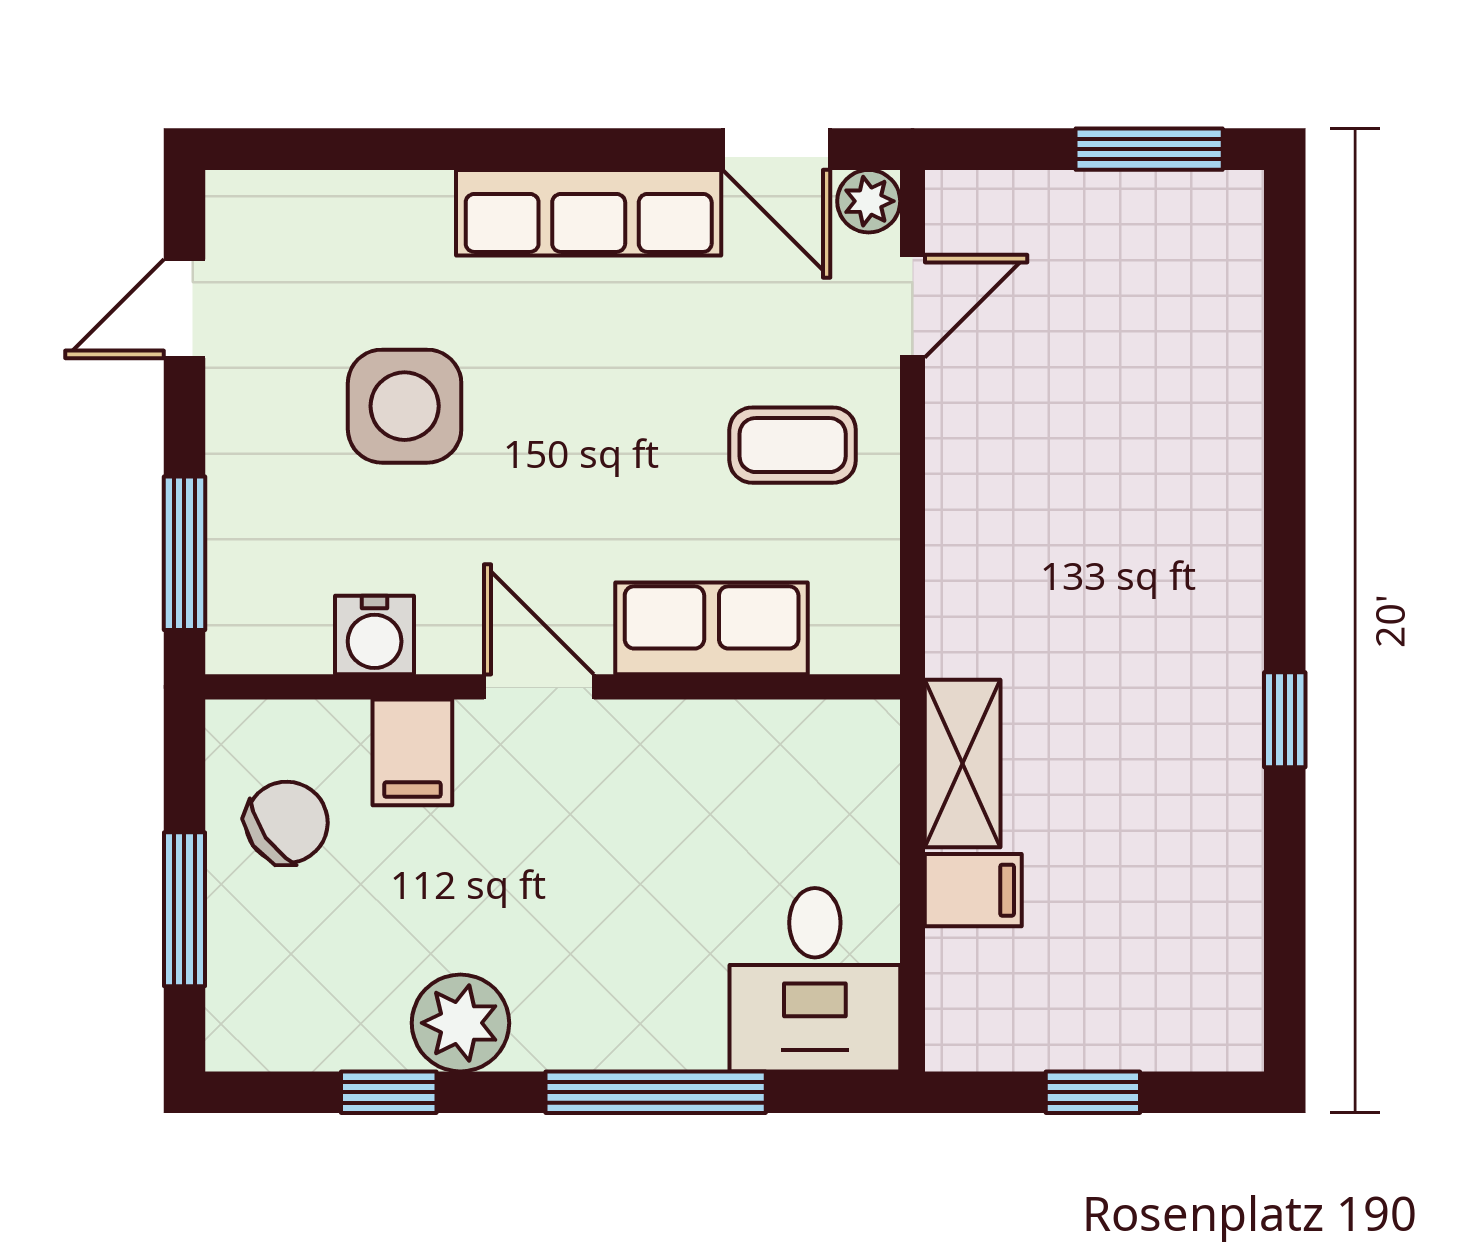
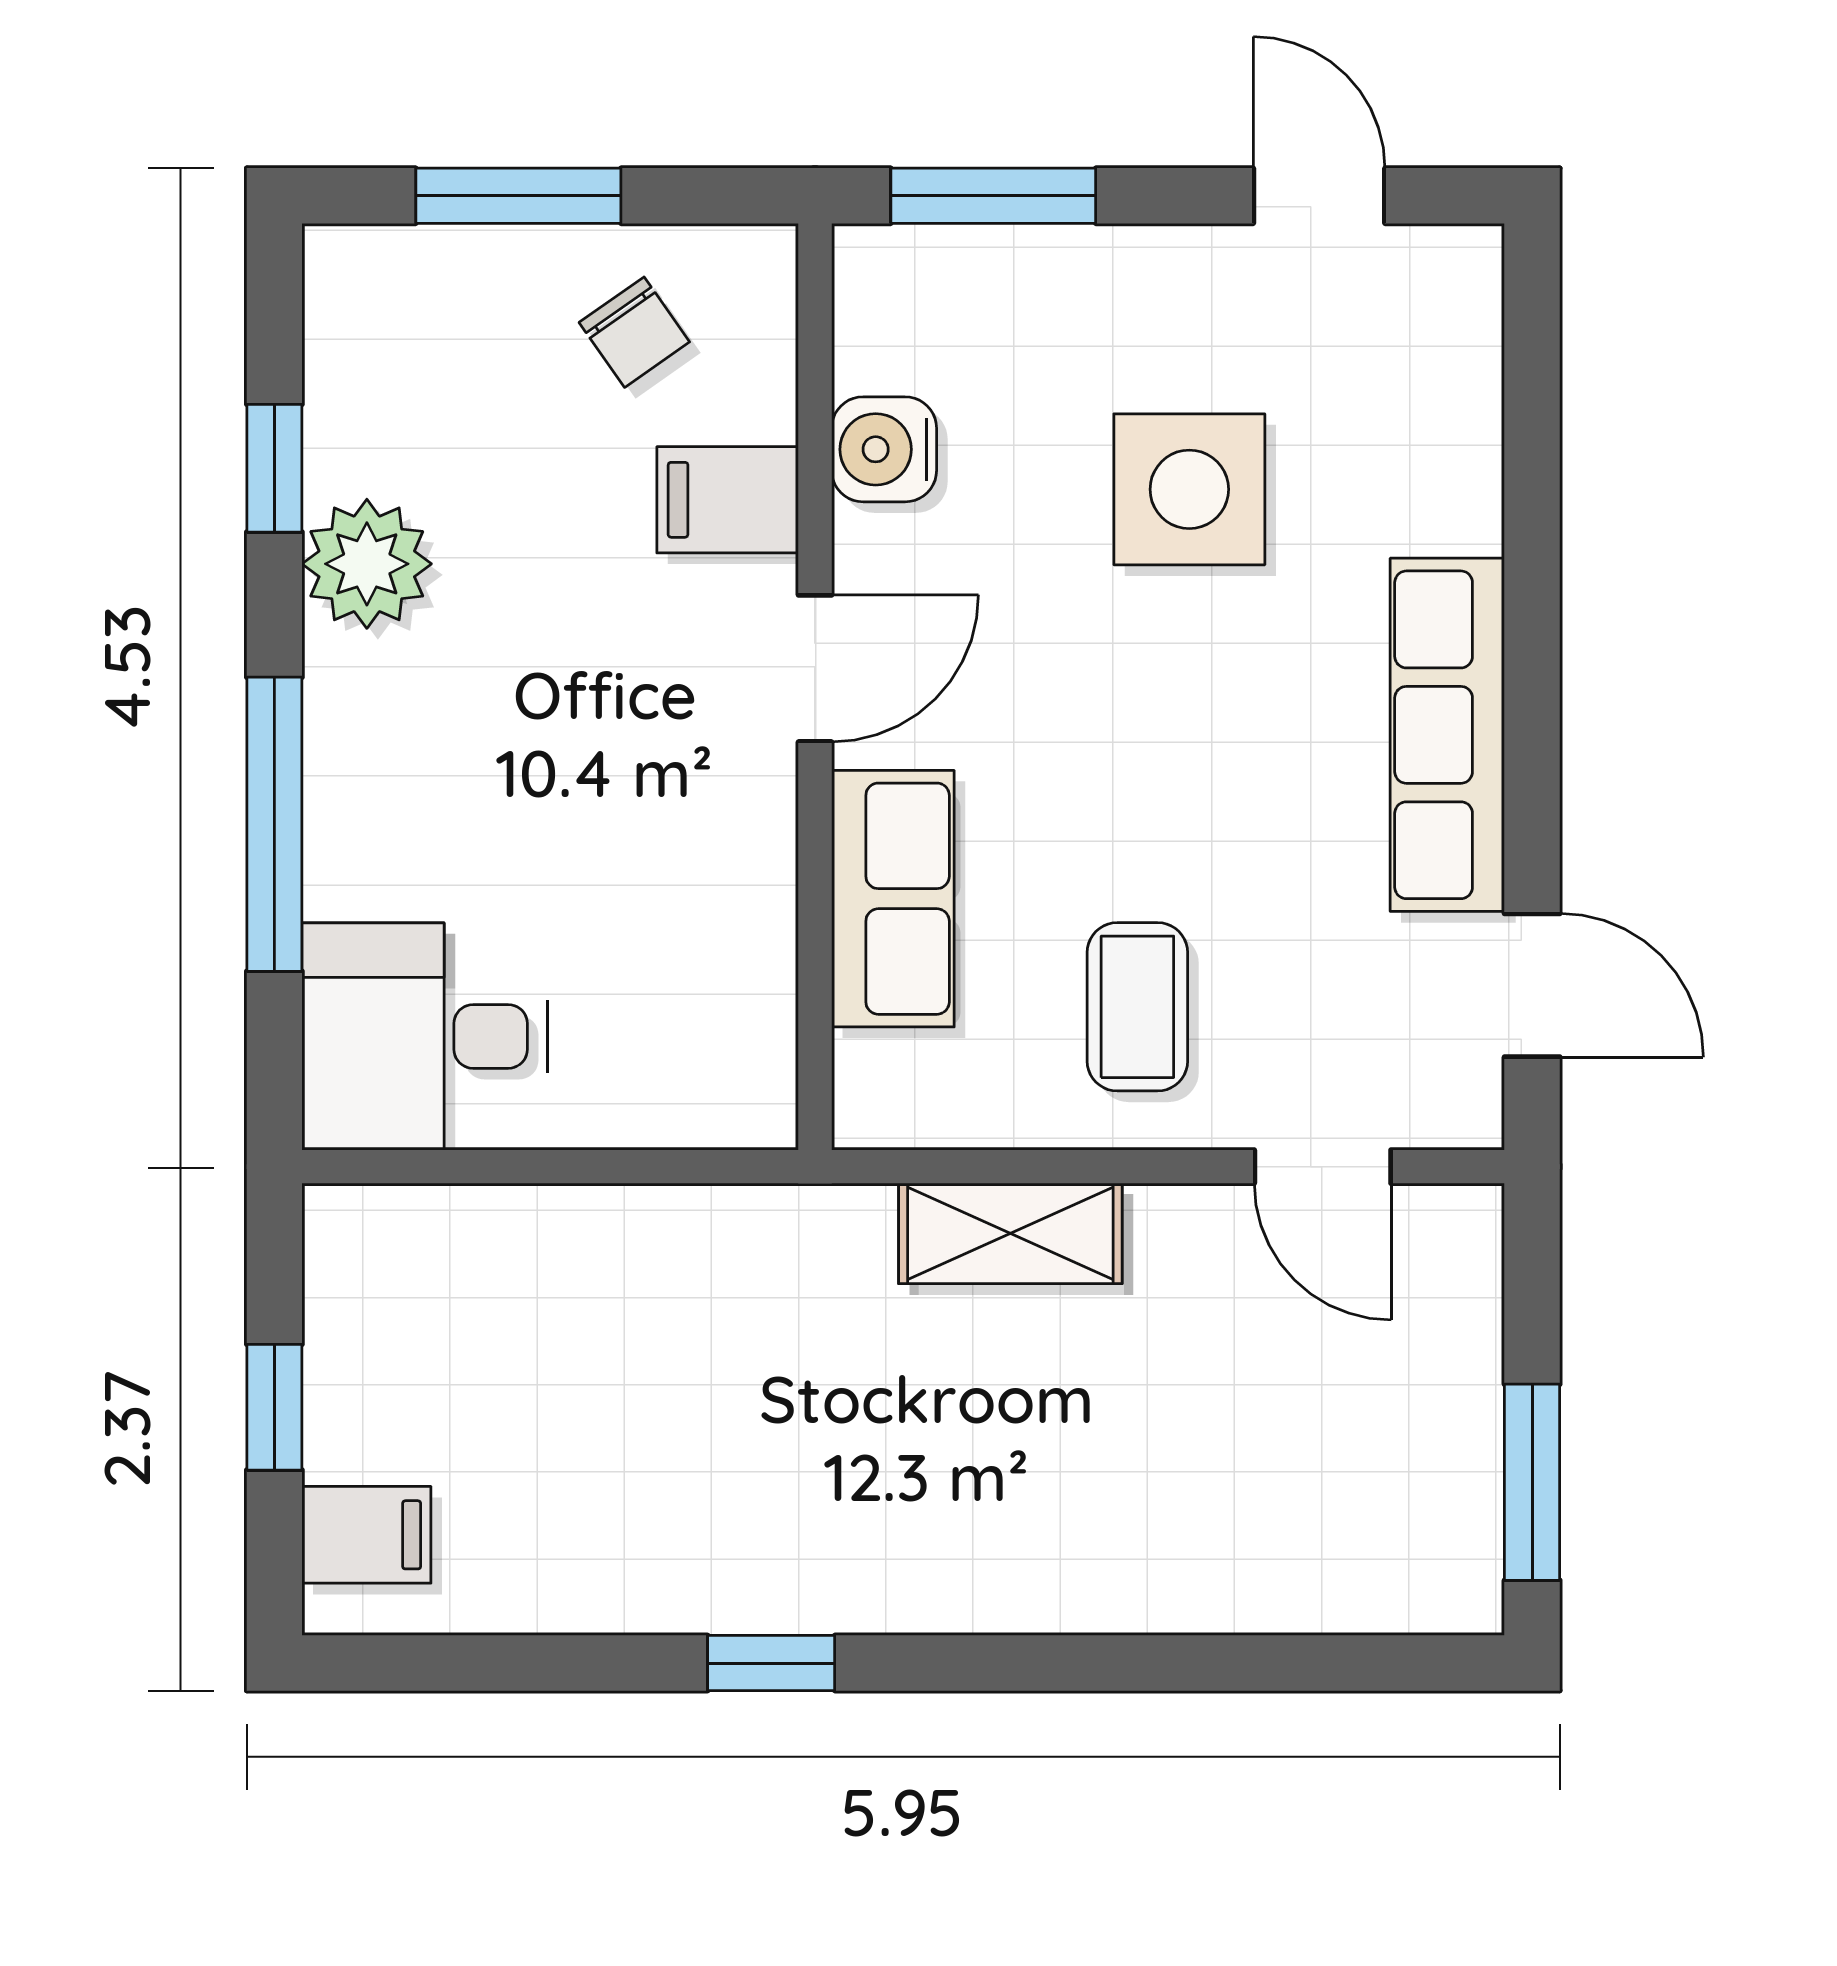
door: (776, 149) -> (1532, 985), swing flipped
plant: (869, 201) -> (1463, 1108), removed
shelving: (963, 764) -> (1010, 1233), moved
chair: (287, 822) -> (634, 332), width x0.73, depth x0.73
filing cabinet: (973, 890) -> (366, 1535), moved, turned -90

